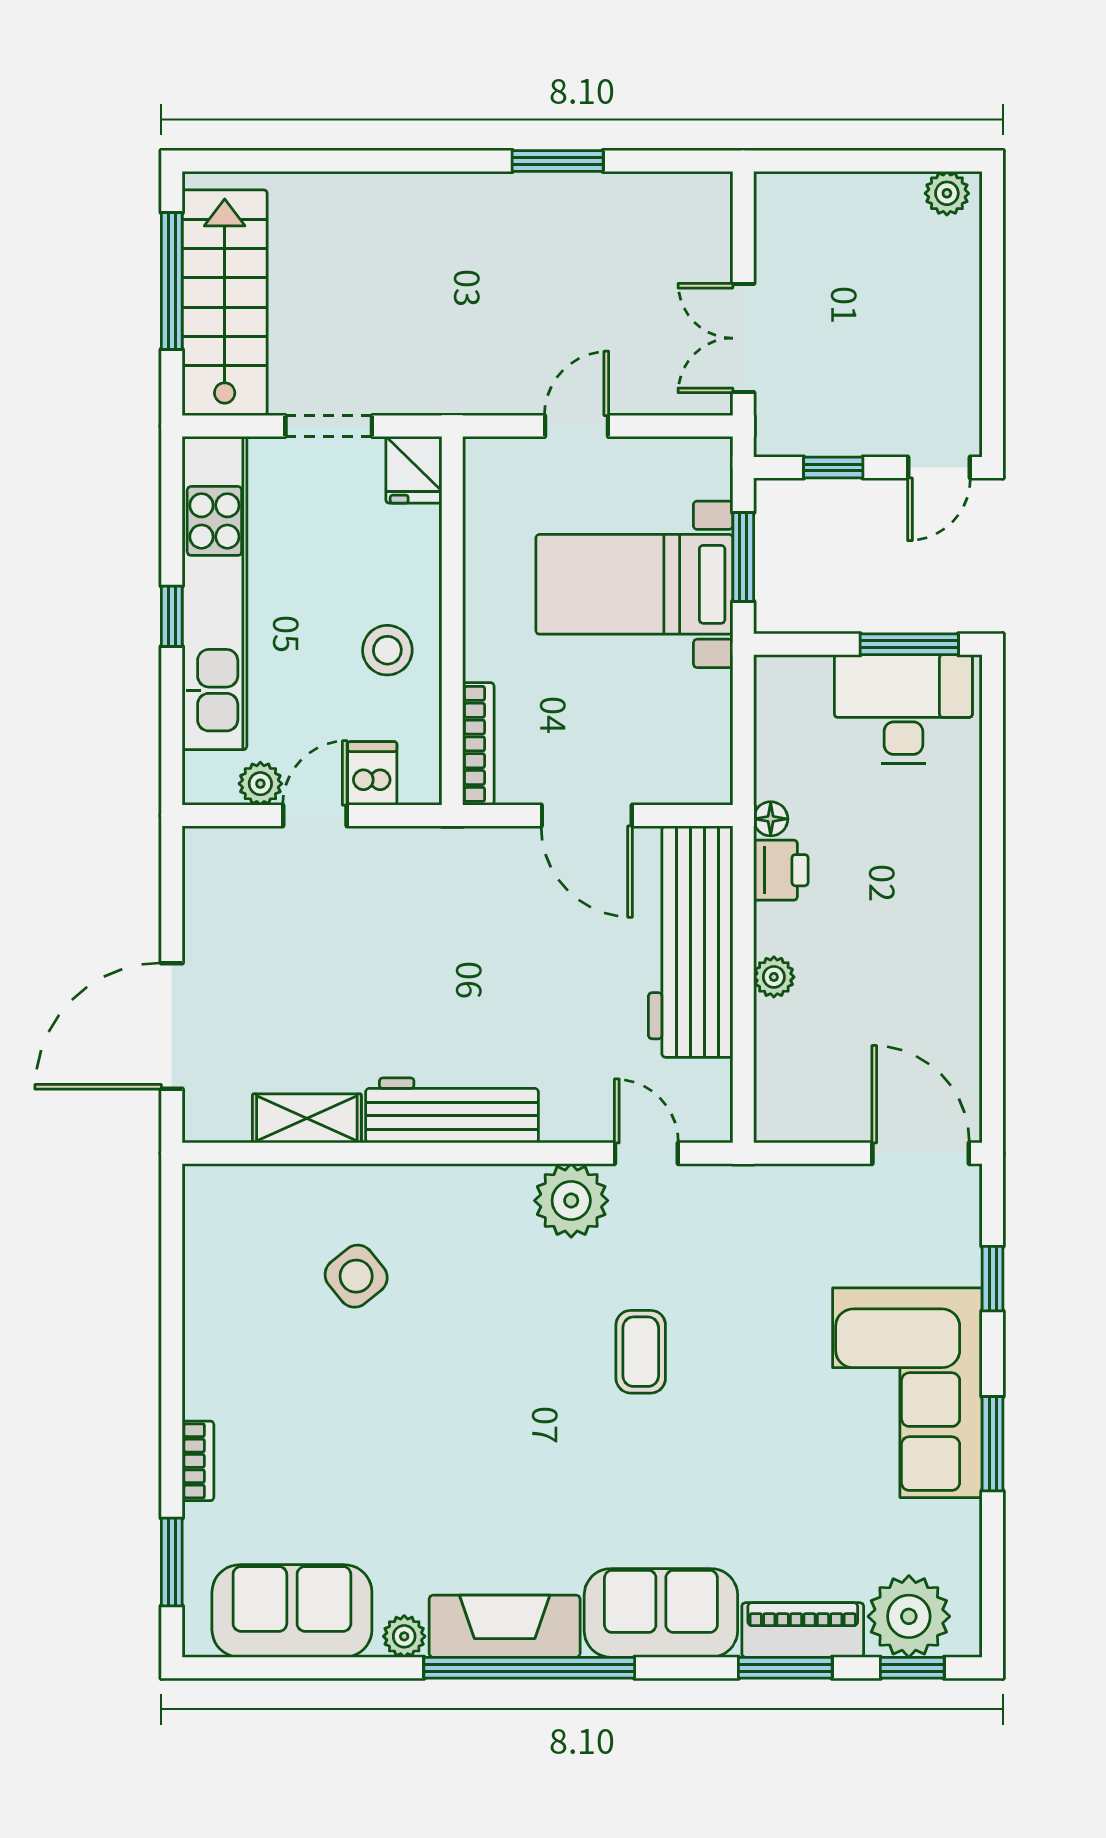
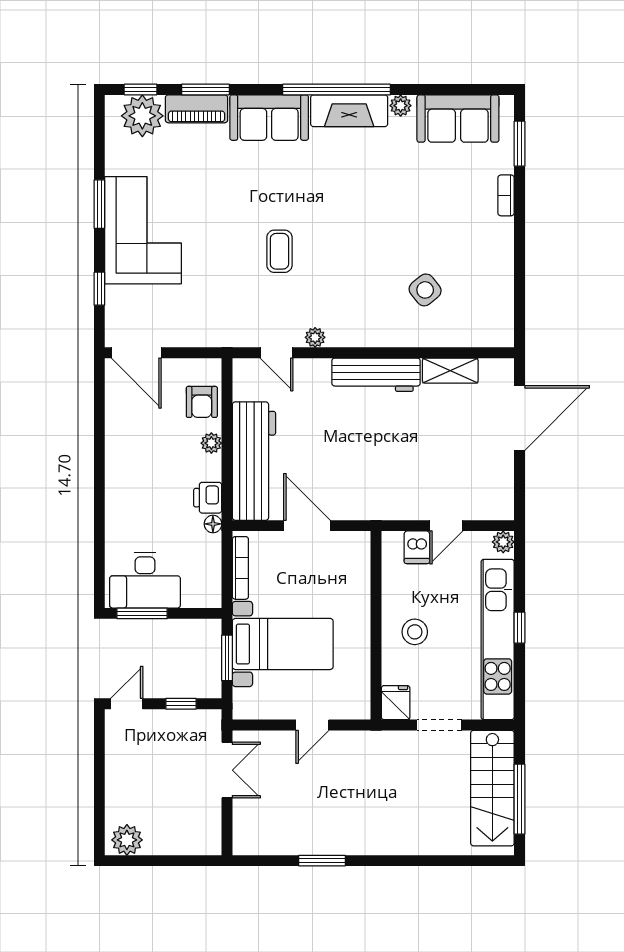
plant: (947, 193) -> (127, 840), width x1.38, depth x1.38
stool: (387, 650) -> (415, 632), moved
bookcase: (478, 744) -> (240, 568), moved, turned 180
plant: (260, 784) -> (503, 542), moved
armchair: (793, 1057) -> (202, 402), added
plant: (571, 1201) -> (315, 337), width x0.53, depth x0.53

